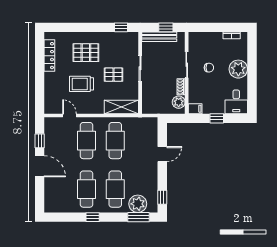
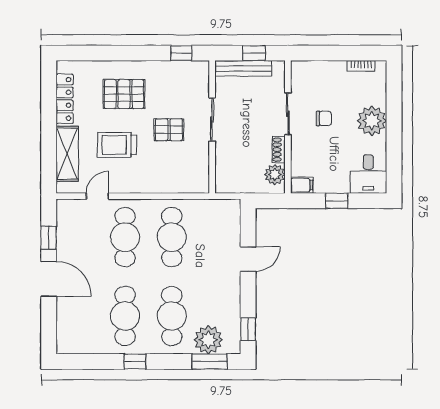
shelving: (121, 107) -> (67, 154), moved, turned 90
door: (69, 115) -> (97, 196), hinge flipped

